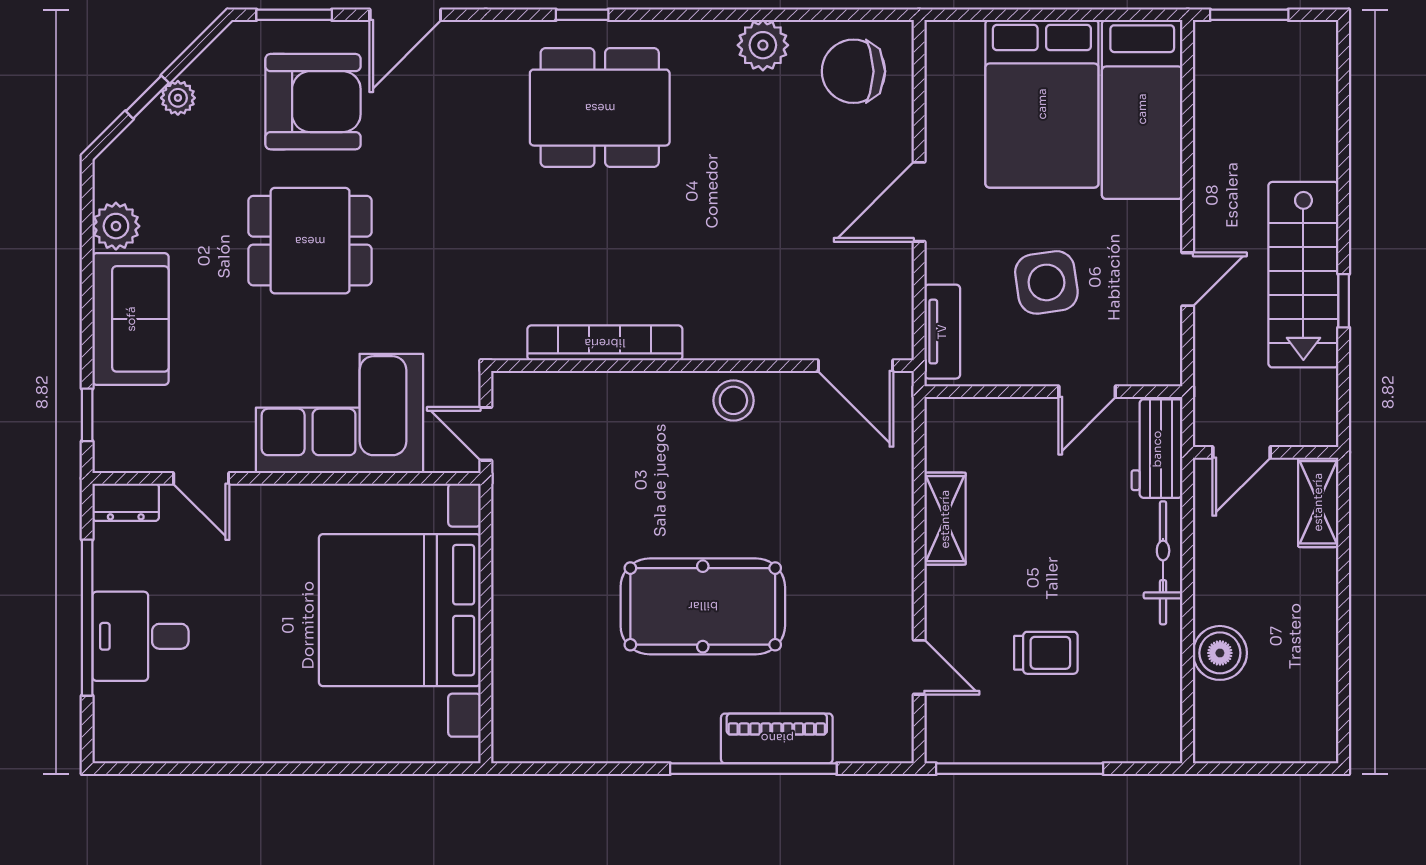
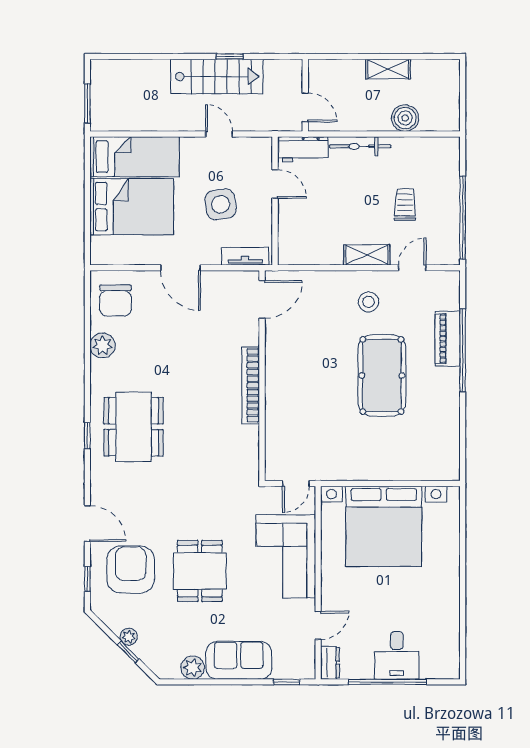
window: (294, 15) -> (87, 579), width x0.67
bookcase: (605, 343) -> (251, 385), moved
stool: (733, 400) -> (368, 302), moved
shelving: (1318, 502) -> (388, 69), moved
shelving: (945, 519) -> (367, 255), moved

